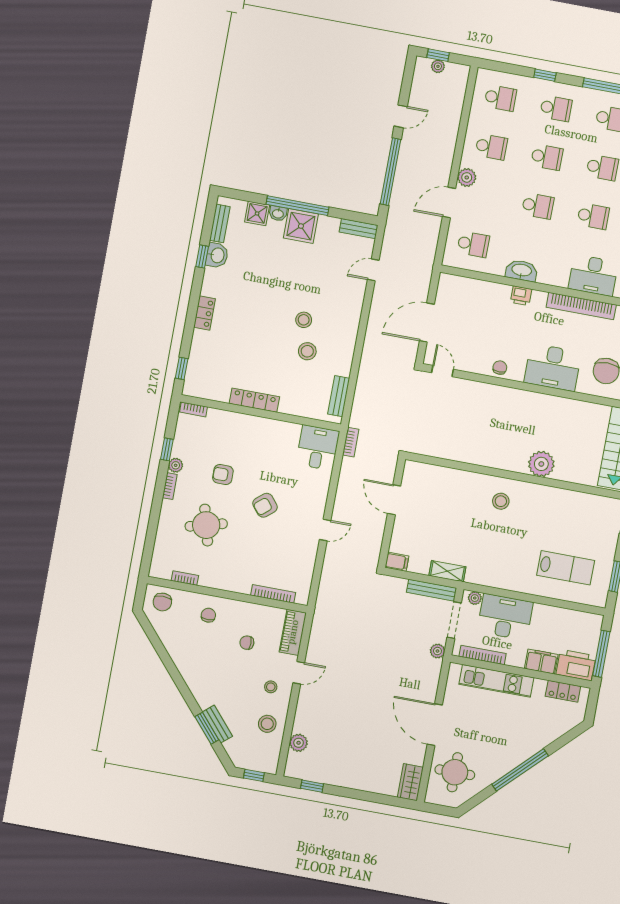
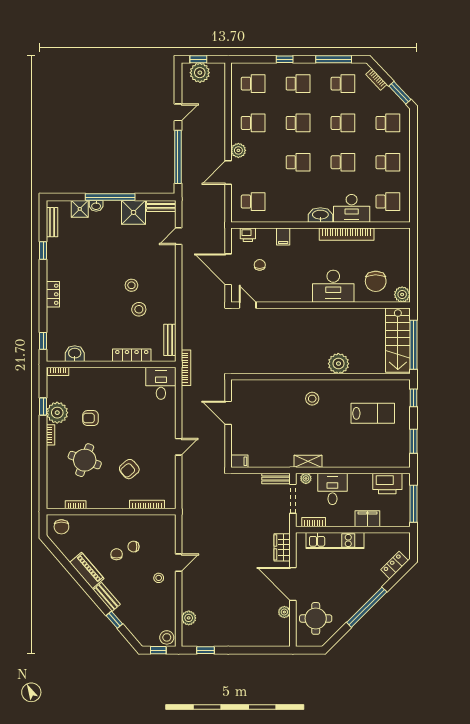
plant: (438, 66) -> (200, 73), width x1.88, depth x1.88
shower: (301, 226) -> (134, 212), moved
washbasin: (217, 255) -> (75, 354), moved, turned -90
washbasin: (522, 271) -> (320, 215), moved
filing cabinet: (502, 294) -> (283, 237), added
printer: (521, 296) -> (248, 235), moved
door: (427, 322) -> (228, 269), hinge flipped
chair: (500, 368) -> (260, 265), moved
locker: (254, 400) -> (132, 355), moved
bookcase: (351, 442) -> (186, 368), width x1.56
plant: (176, 465) -> (57, 413), width x1.88, depth x1.88
armchair: (265, 505) -> (129, 469), moved
round table: (206, 525) -> (85, 460), turned 35
lab bench: (566, 568) -> (373, 413), moved
shelving: (447, 571) -> (308, 461), moved
bench: (432, 590) -> (276, 479), width x0.73
chair: (208, 615) -> (117, 554), moved
desk: (505, 617) -> (332, 489), width x0.73
piano: (293, 632) -> (87, 570), moved, turned 139
plant: (437, 651) -> (284, 612), moved
bookcase: (483, 655) -> (314, 522), width x0.64
printer: (576, 665) -> (387, 483), moved, turned 180
locker: (563, 691) -> (395, 565), moved, turned 135
bench: (217, 724) -> (107, 597), moved
stool: (267, 724) -> (167, 637), moved
window: (207, 728) -> (114, 620), width x0.67
wardrobe: (410, 782) -> (282, 547), moved

